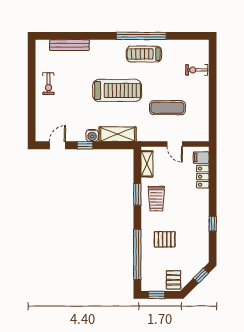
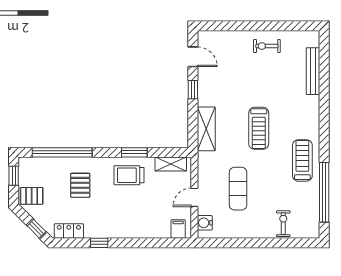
window: (141, 36) -> (324, 192), moved
treadmill: (117, 90) -> (259, 128), width x0.73, depth x0.73
water cooler: (92, 135) -> (205, 223), moved
locker: (203, 177) -> (69, 231), moved

